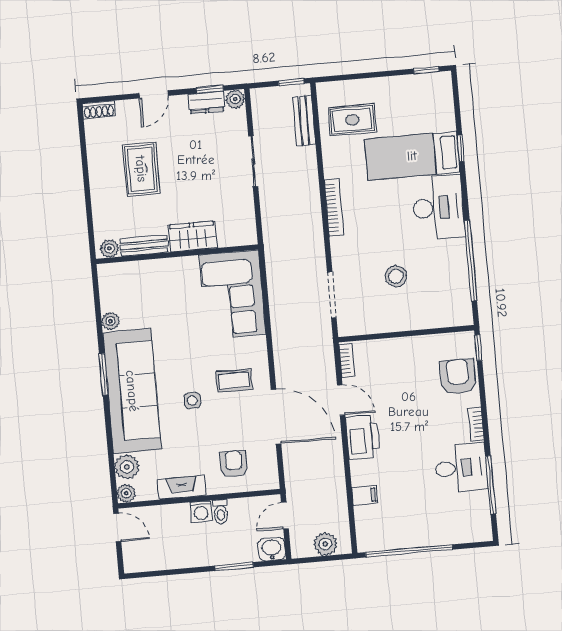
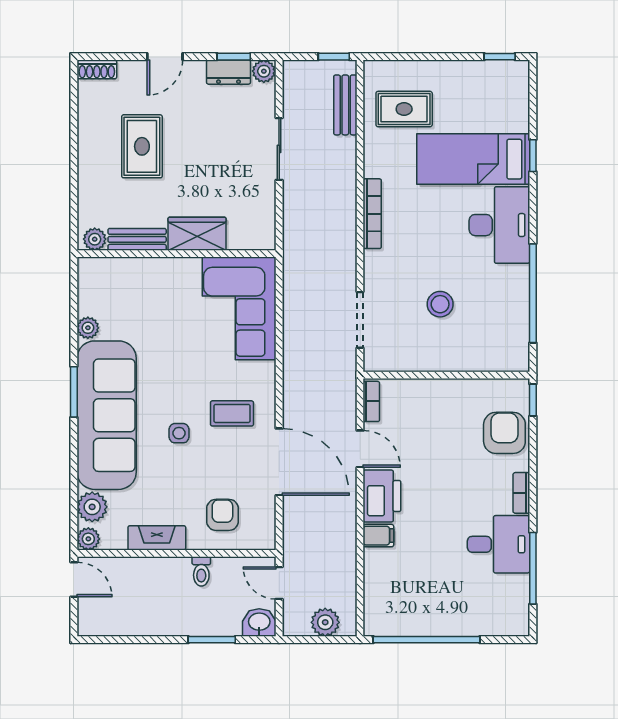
filing cabinet: (365, 495) -> (378, 536), moved
washing machine: (201, 511) -> (177, 569), removed
door: (285, 515) -> (279, 583), hinge flipped

